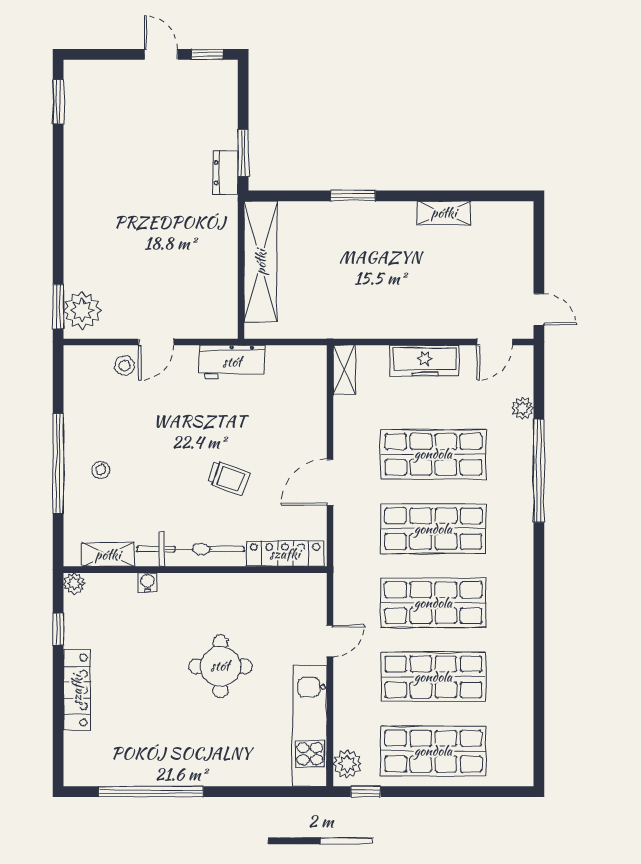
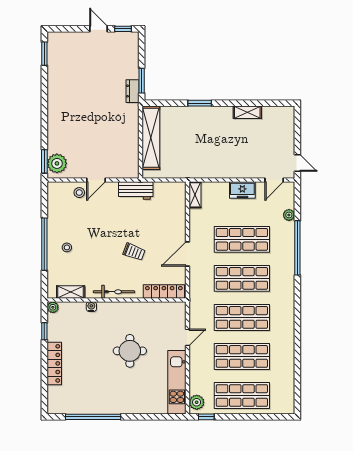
freezer: (425, 361) -> (242, 190), width x0.71
bicycle: (190, 549) -> (114, 292), width x0.73, depth x0.71

